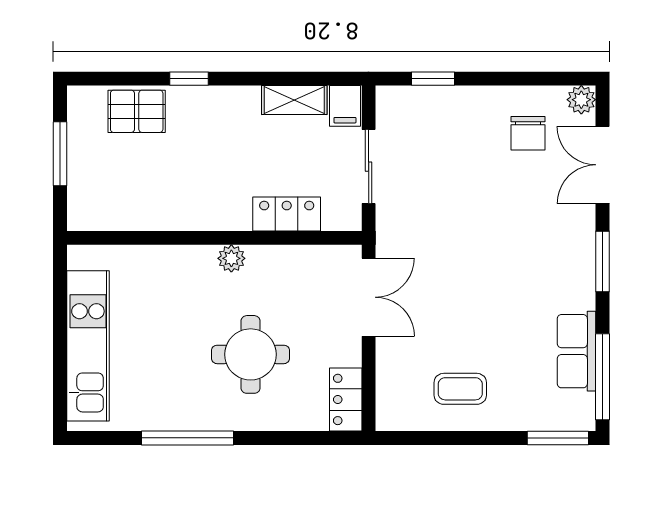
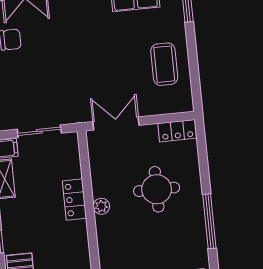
locker: (287, 214) -> (74, 200), moved
coffee table: (460, 389) -> (164, 64), width x1.36, depth x1.30

